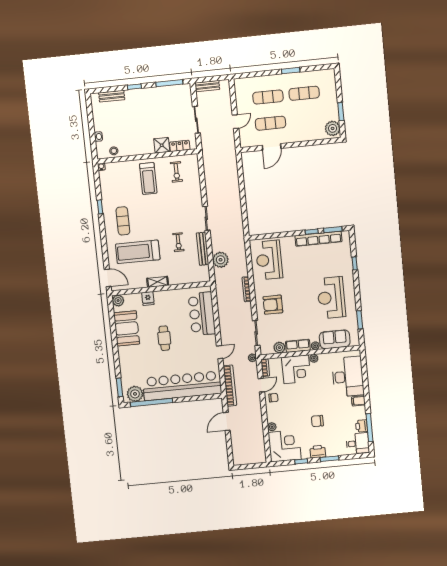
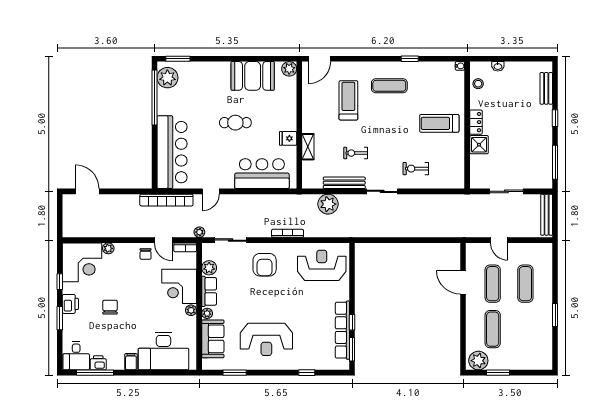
bench: (207, 86) -> (547, 215), width x1.36
exercise mat: (304, 93) -> (493, 329), moved
locker: (180, 146) -> (476, 122), moved
exercise bike: (176, 172) -> (416, 169), moved
treadmill: (138, 252) -> (348, 100), width x0.73, depth x0.73
shelving: (158, 282) -> (308, 147), moved
fridge: (148, 298) -> (288, 138), moved
reception desk: (331, 298) -> (266, 339), turned 180
armchair: (273, 305) -> (265, 265), turned 180
door: (220, 352) -> (211, 191), hinge flipped
bar counter: (182, 386) -> (172, 152), width x0.73
door: (227, 421) -> (87, 191), moved

